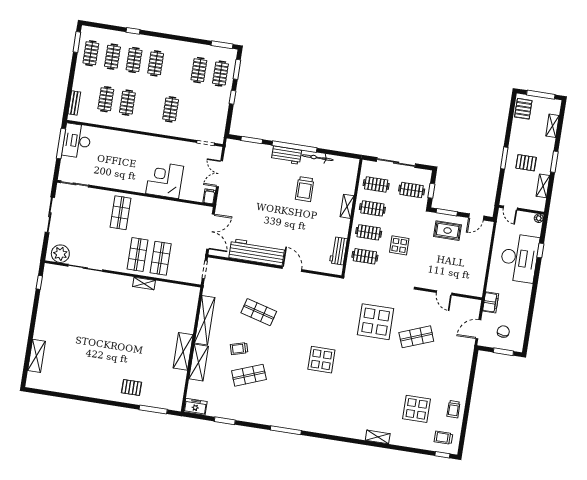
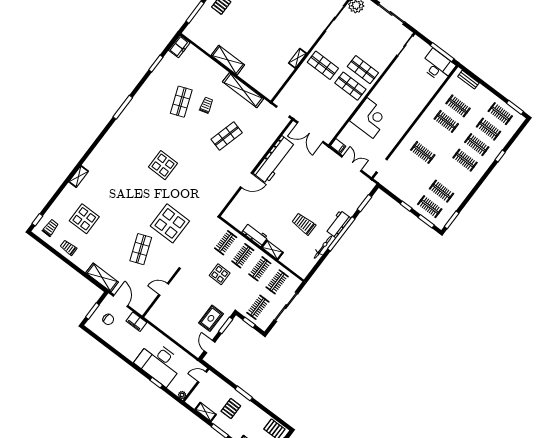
workbench: (338, 251) -> (255, 235), moved
shop shelf: (161, 258) -> (350, 86), moved
shelving: (199, 363) -> (102, 277), moved

